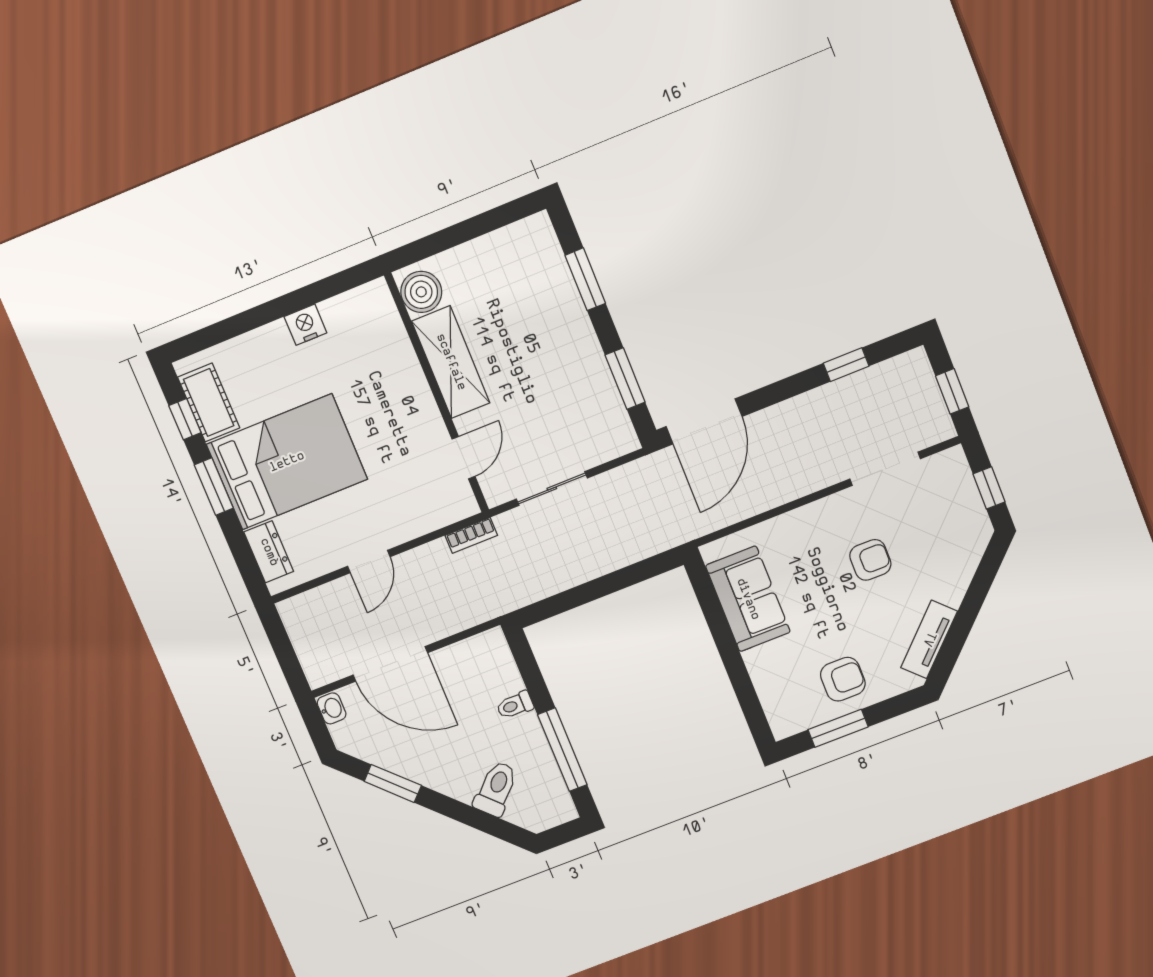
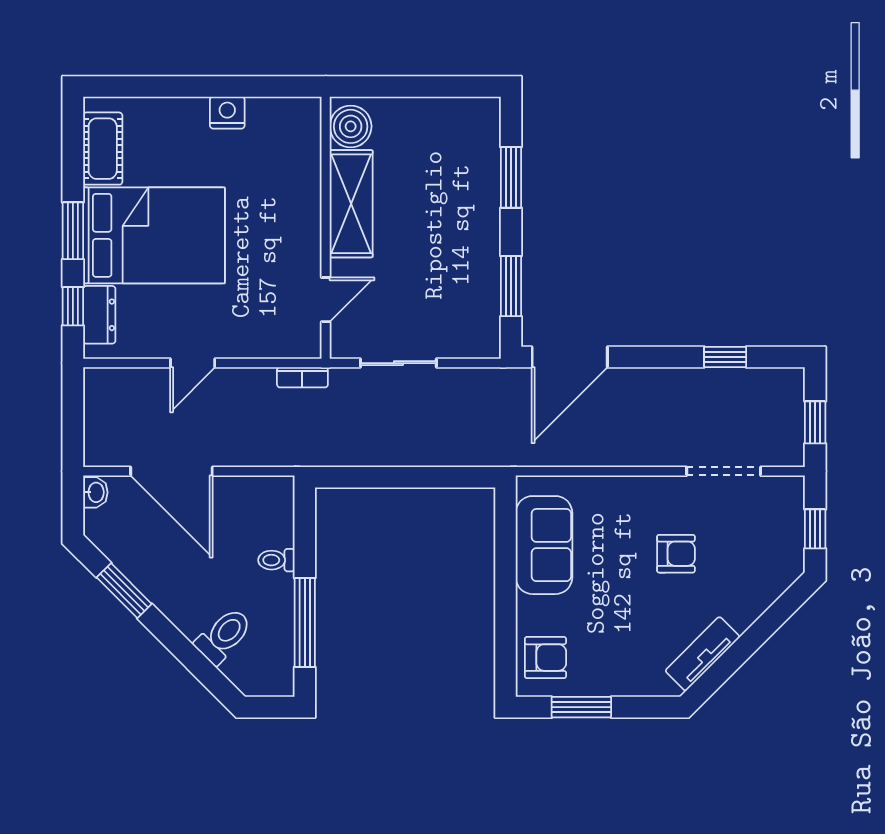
window: (185, 419) -> (73, 306), moved
armchair: (843, 679) -> (545, 658), moved

